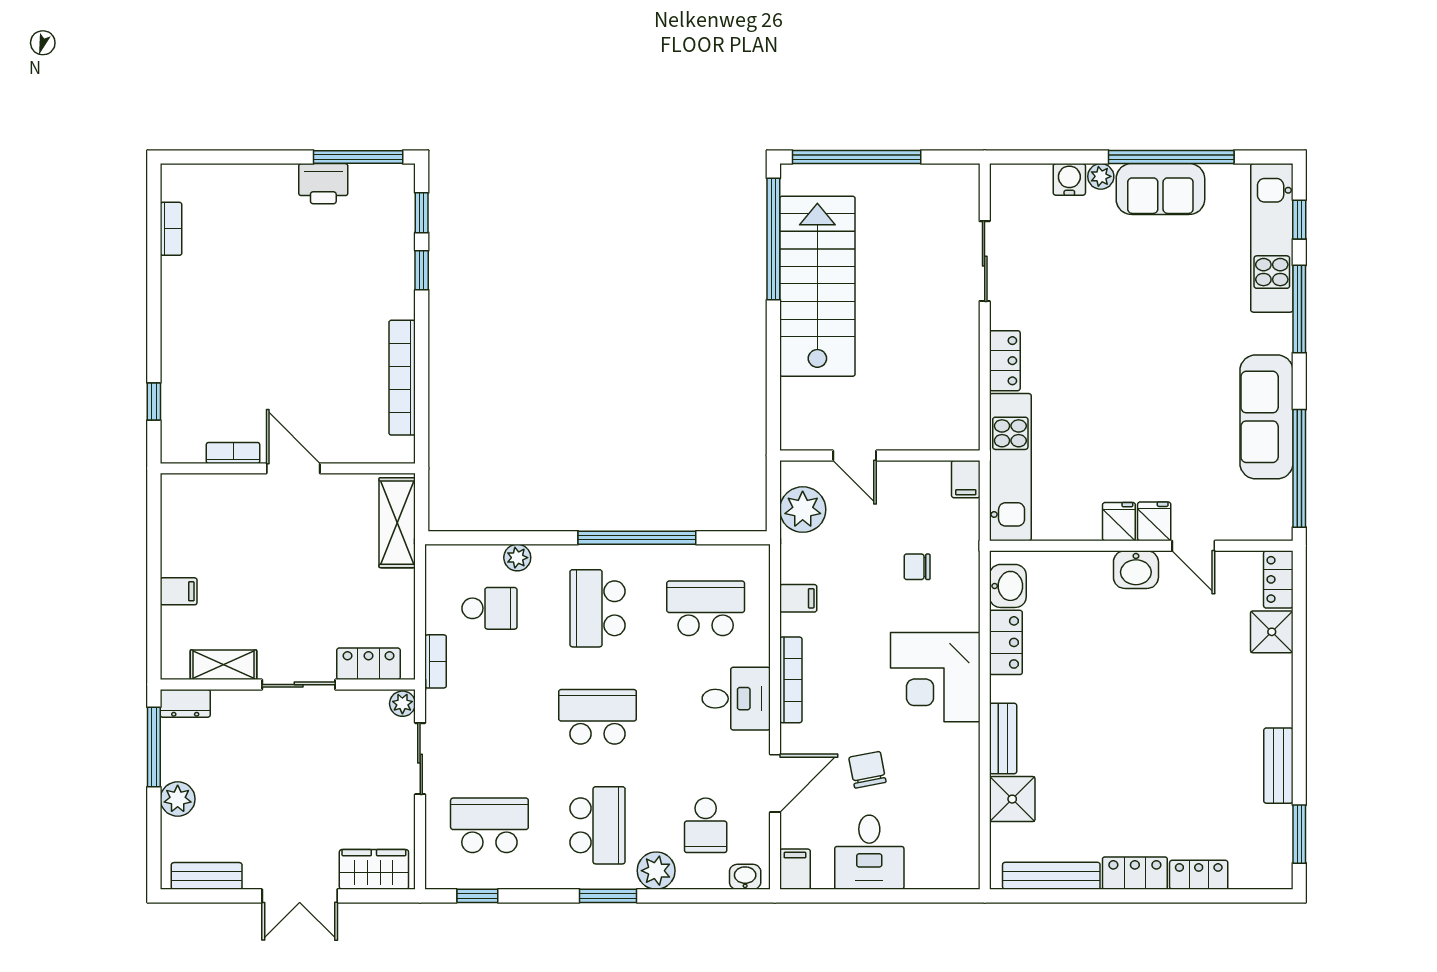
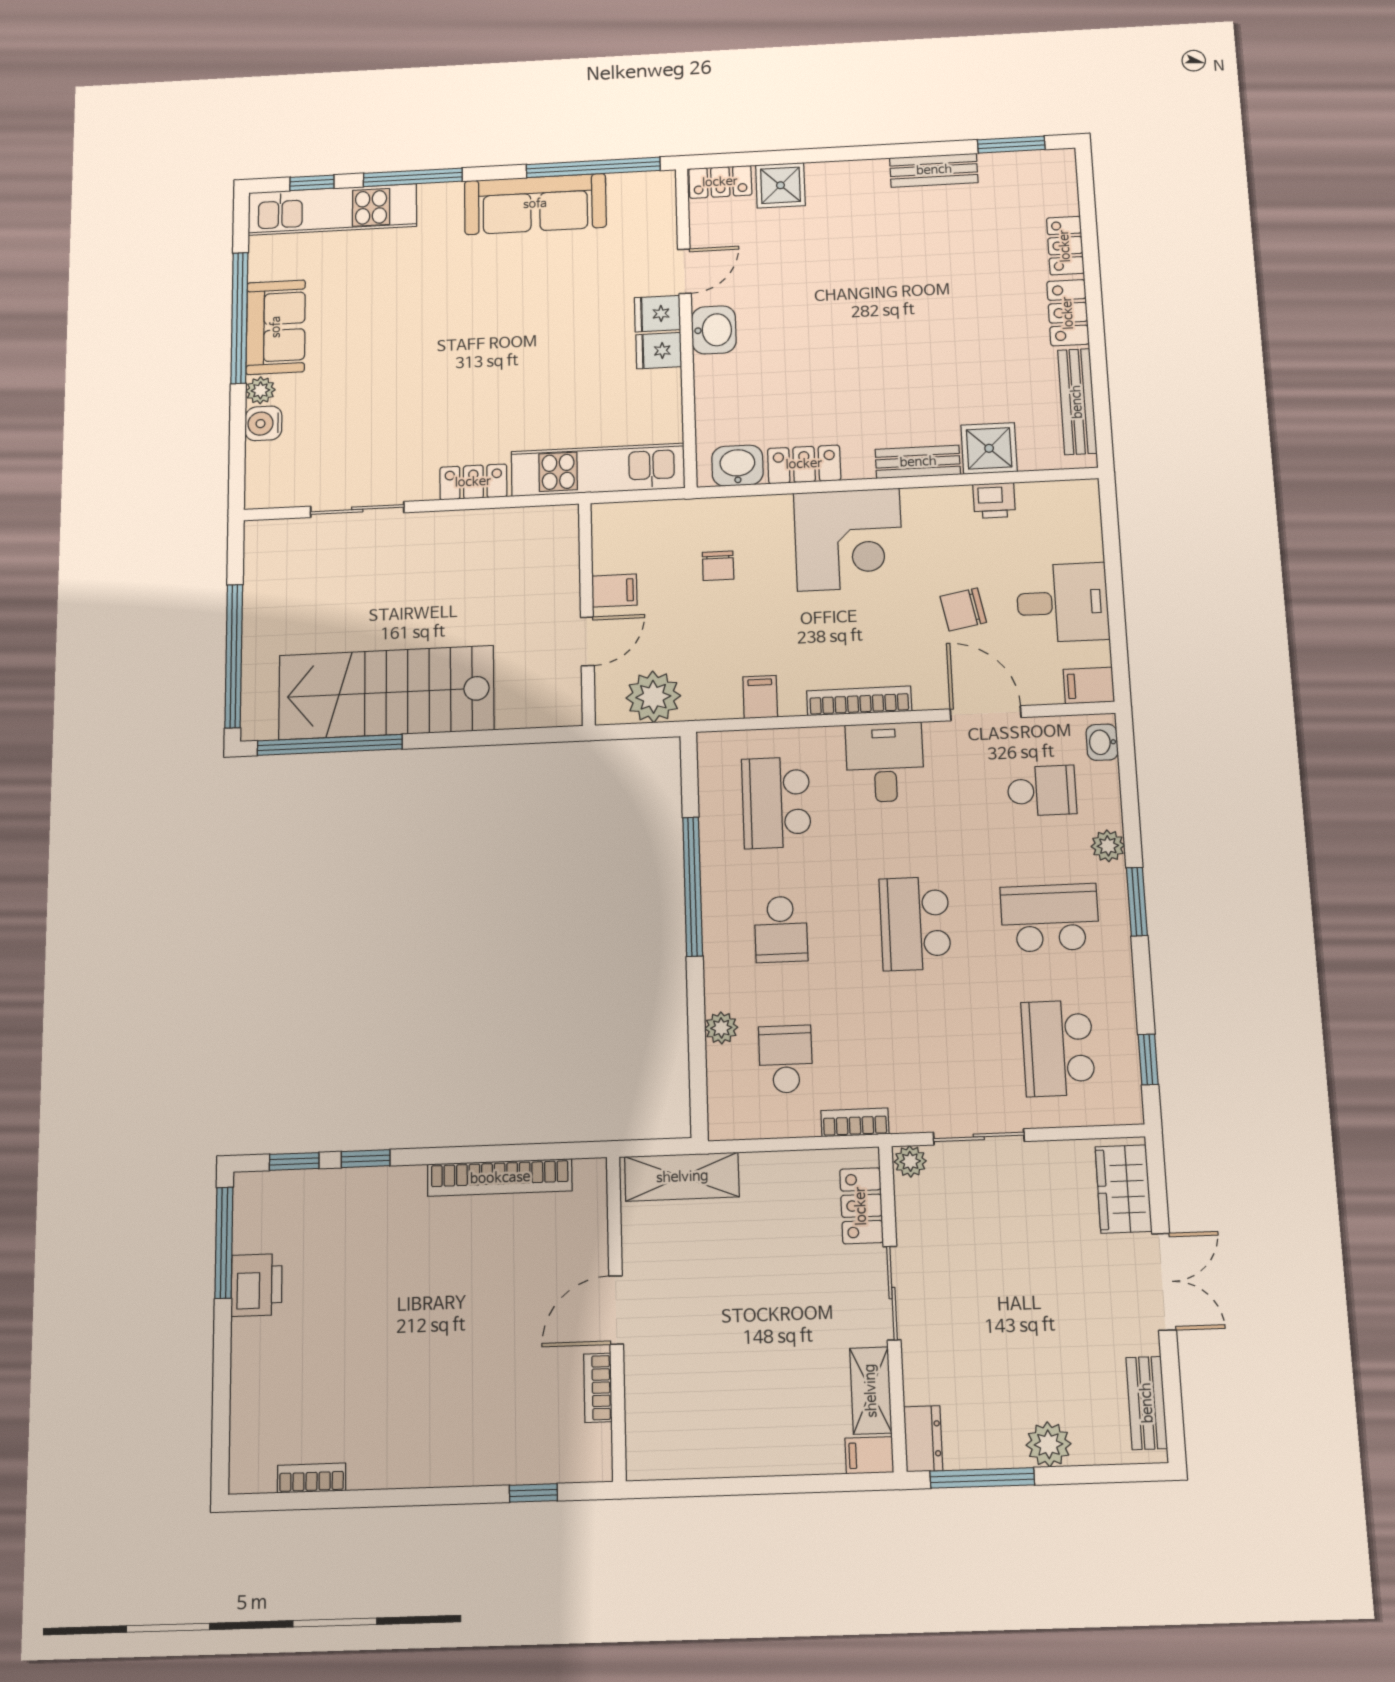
filing cabinet: (966, 479) -> (614, 591), moved
filing cabinet: (179, 591) -> (869, 1455), moved, turned -90
school desk: (598, 608) -> (781, 929), width x0.54
printer: (964, 801) -> (994, 500), added
plant: (656, 871) -> (1108, 846), width x0.73, depth x0.73

